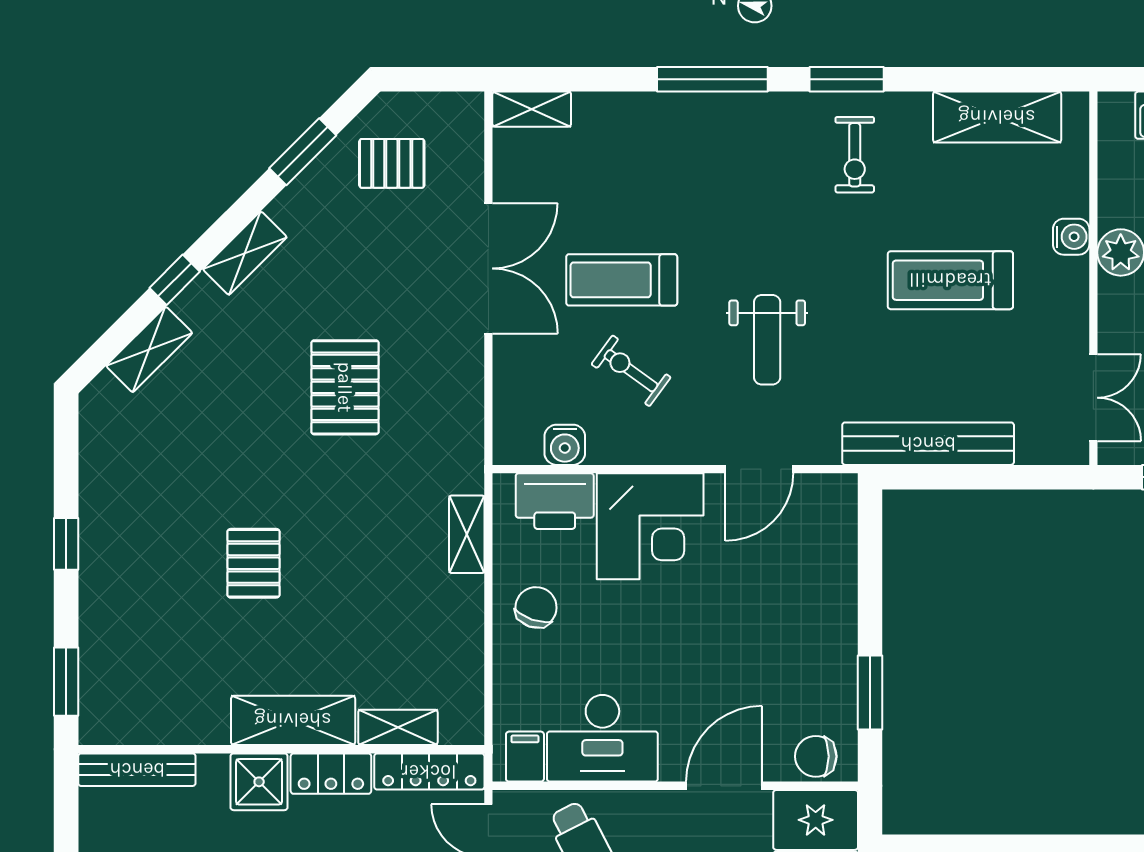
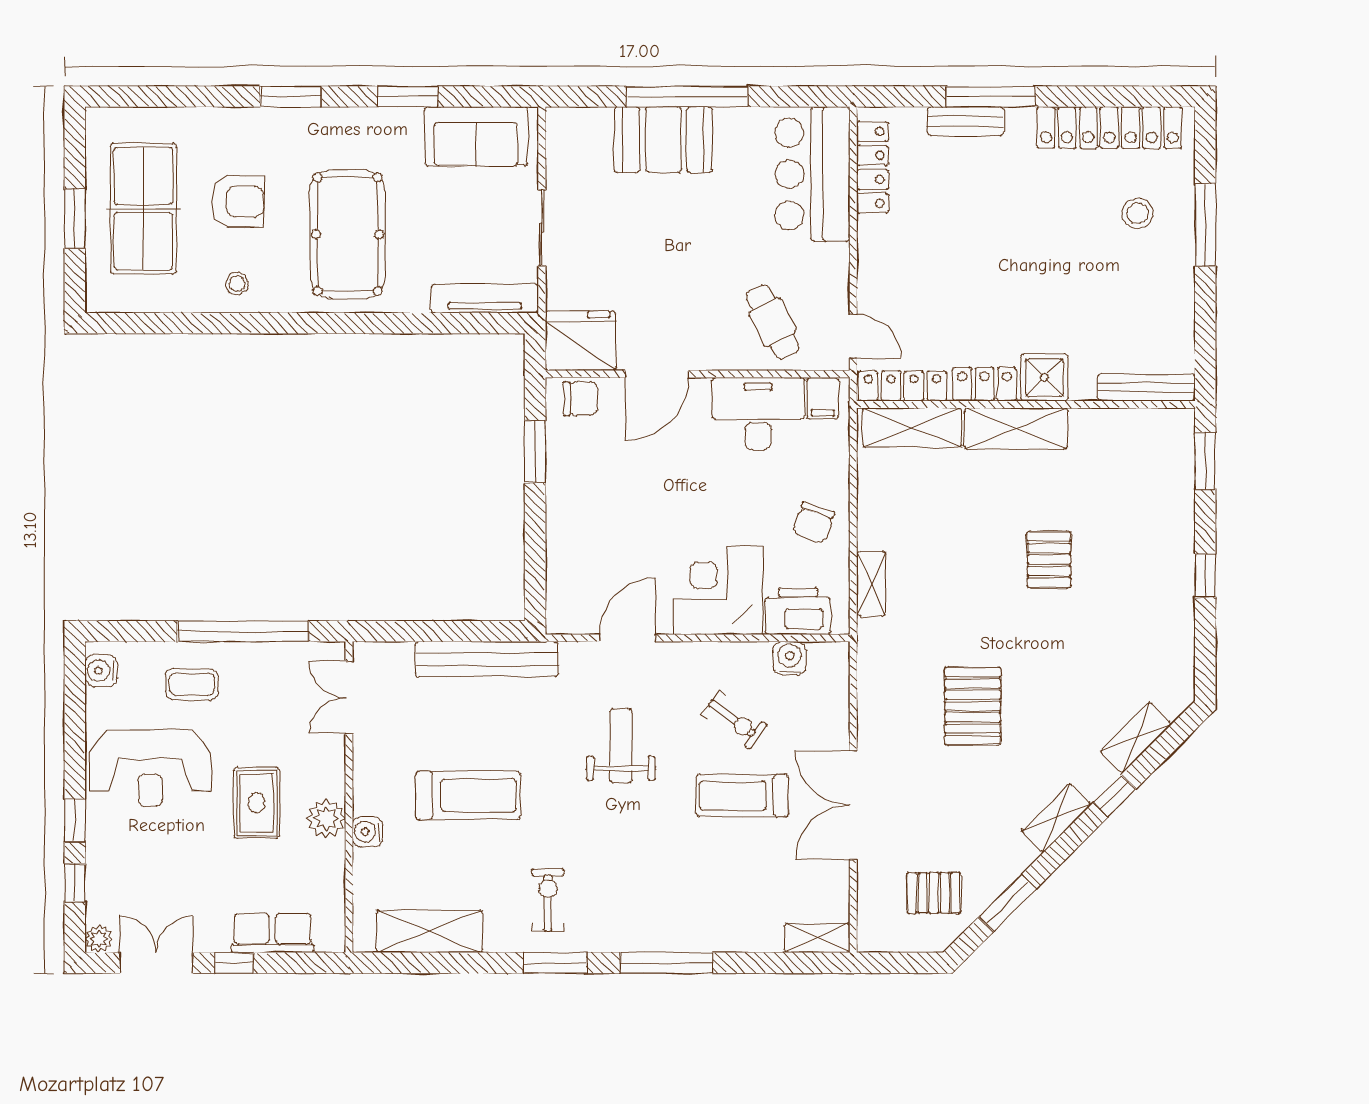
treadmill: (622, 280) -> (742, 796), turned 180
shelving: (398, 727) -> (912, 428), width x1.50, depth x1.33

